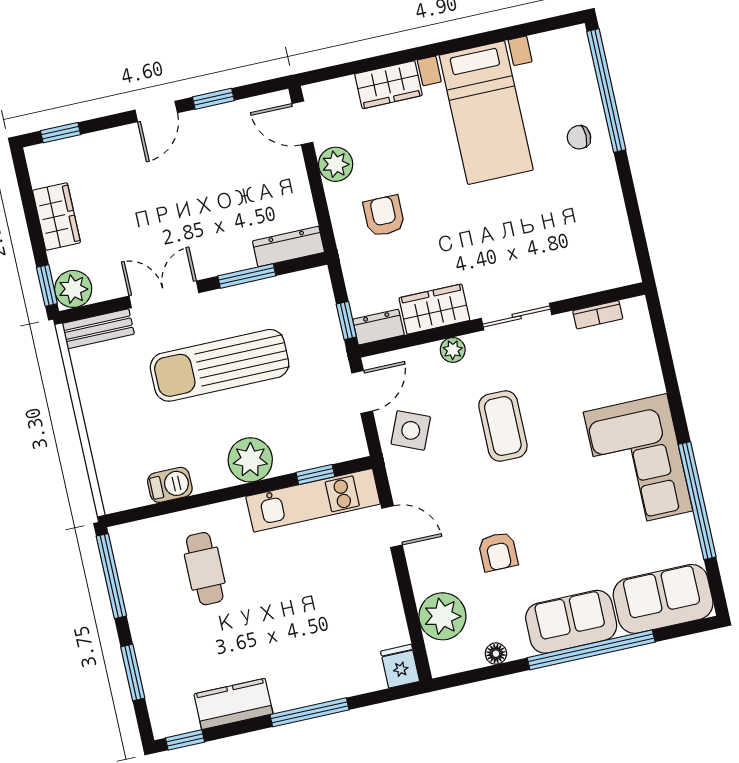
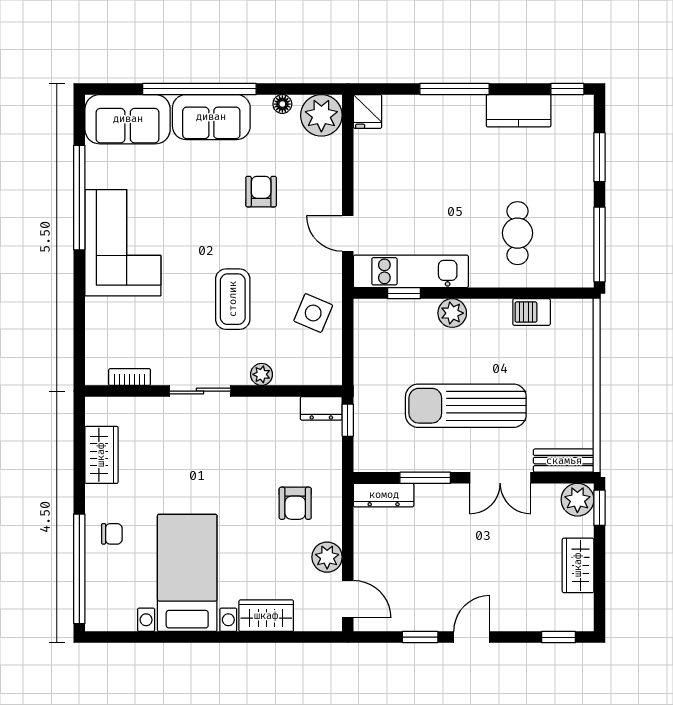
wardrobe: (434, 309) -> (101, 455), moved, turned -90
sun lounger: (220, 365) -> (466, 406), turned 180
door: (362, 392) -> (348, 355), removed
plant: (250, 460) -> (452, 313), width x0.73, depth x0.73
plant: (442, 616) -> (321, 115), moved

